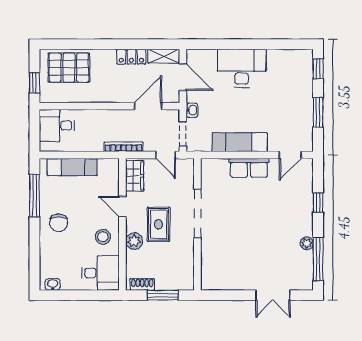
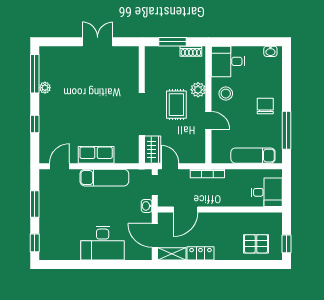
pallet: (69, 68) -> (256, 244), width x0.67, depth x0.71
window: (34, 83) -> (287, 244), moved
wardrobe: (135, 176) -> (153, 150), moved, turned 180
double door: (273, 295) -> (98, 42), moved

